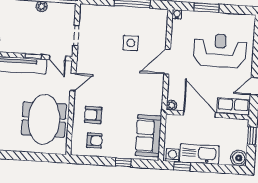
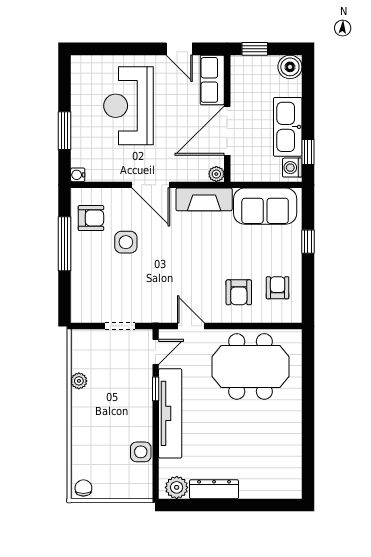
armchair: (148, 21) -> (91, 218), added
fireplace: (155, 96) -> (204, 199), added

